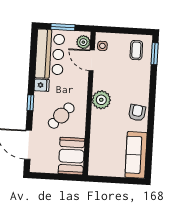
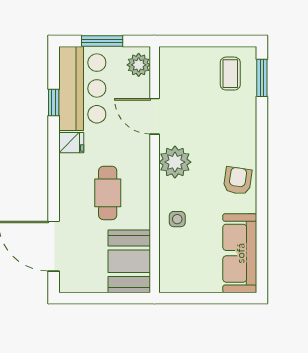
side table: (102, 46) -> (177, 219), moved
door: (92, 60) -> (155, 116), moved
window: (30, 103) -> (54, 103), moved
cafe table: (61, 116) -> (108, 193), turned -42

